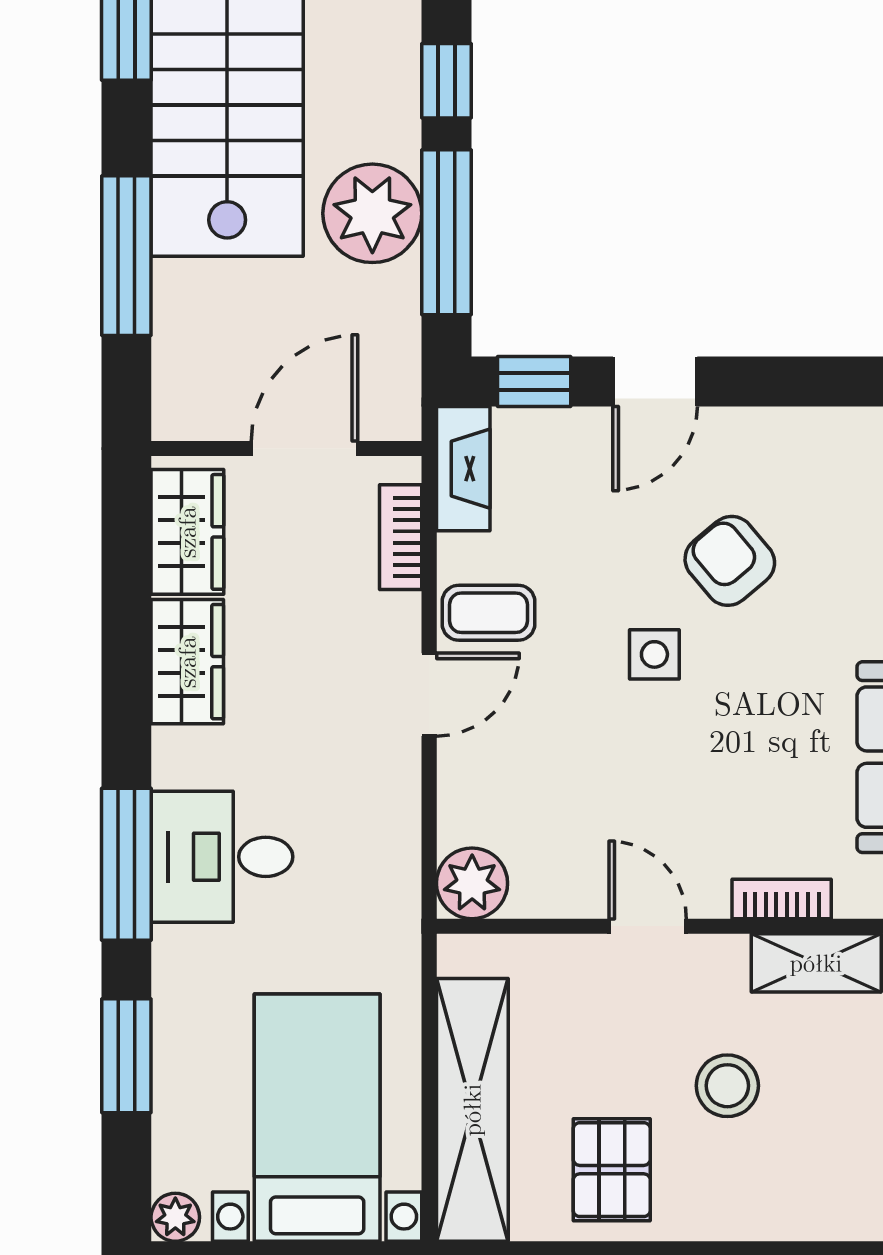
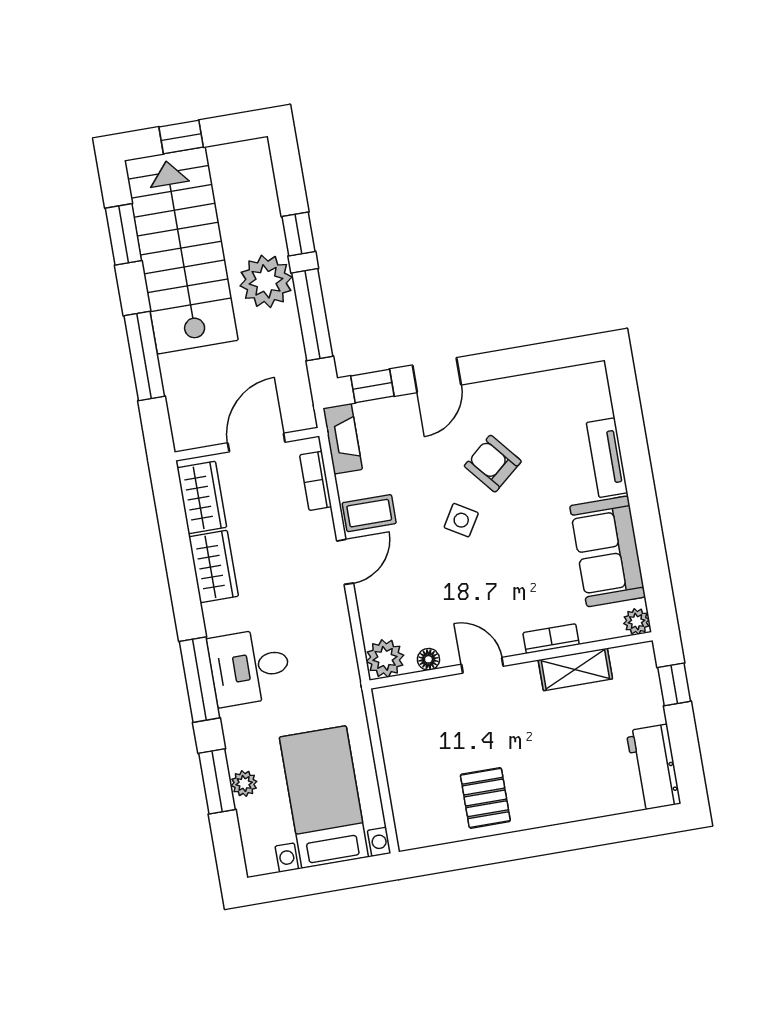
plant: (372, 213) -> (266, 281), moved
side table: (654, 654) -> (461, 520), turned 31
floor lamp: (551, 898) -> (428, 659), added
stool: (727, 1086) -> (539, 743), removed
shelving: (472, 1110) -> (406, 779), removed
plant: (175, 1217) -> (244, 784), moved

